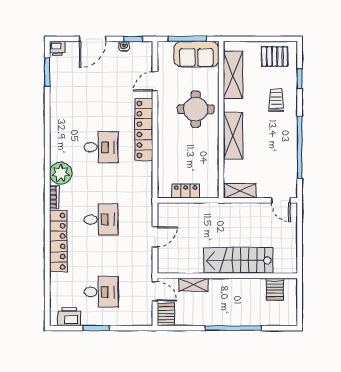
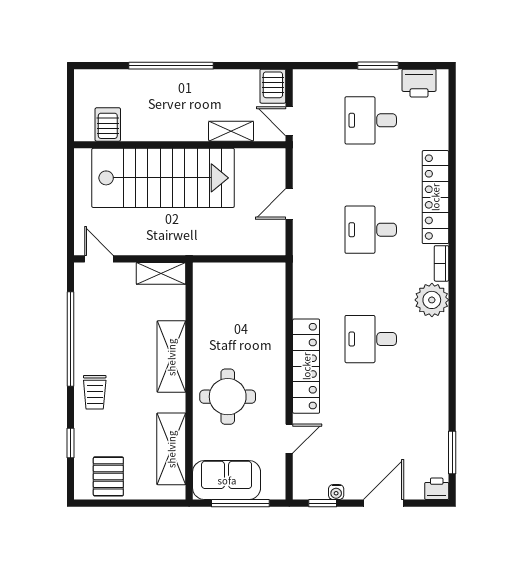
pallet: (275, 56) -> (108, 476), turned 90
trolley: (276, 100) -> (95, 392), moved
locker: (186, 191) -> (243, 273), removed
stairs: (238, 260) -> (163, 178), width x1.36, depth x1.51

